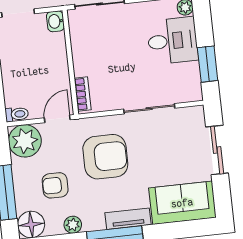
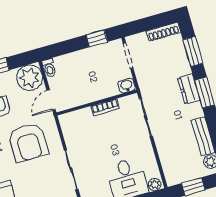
bookcase: (83, 94) -> (105, 107), moved
door: (57, 119) -> (51, 100), swing flipped

